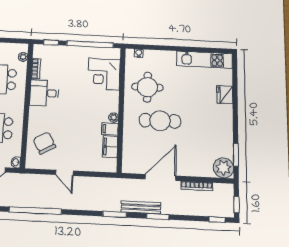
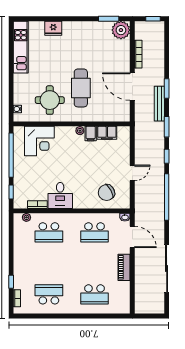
window: (217, 219) -> (167, 156), moved

